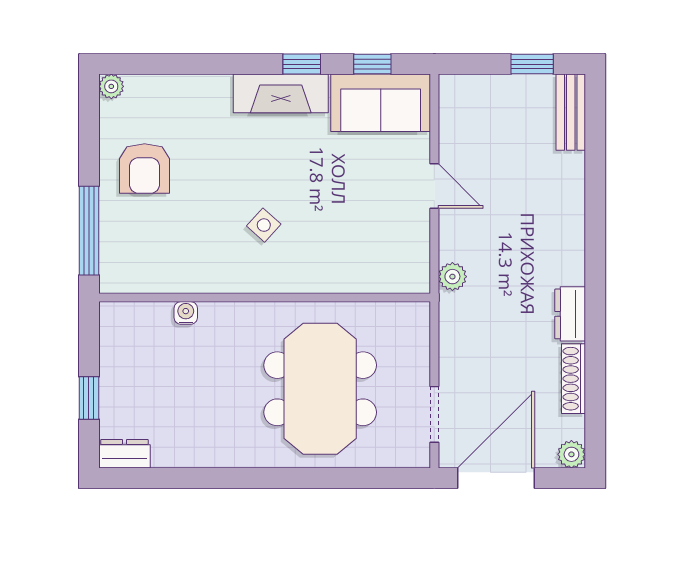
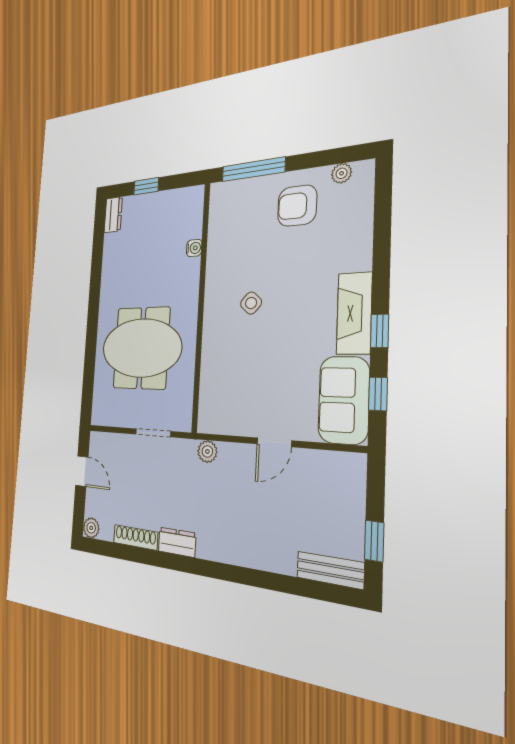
plant: (111, 86) -> (342, 173), moved
doorway: (434, 414) -> (153, 433), moved
door: (496, 478) -> (82, 471), width x0.53

